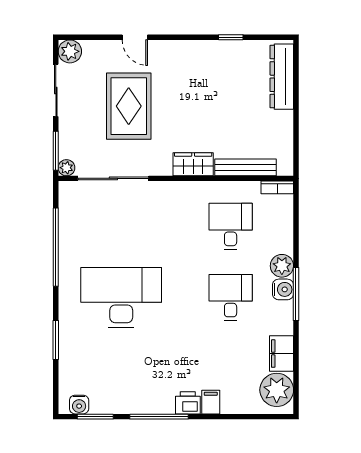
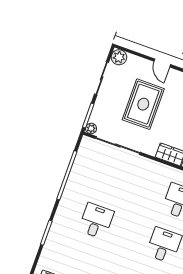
desk: (121, 298) -> (96, 221), width x0.53, depth x0.77

